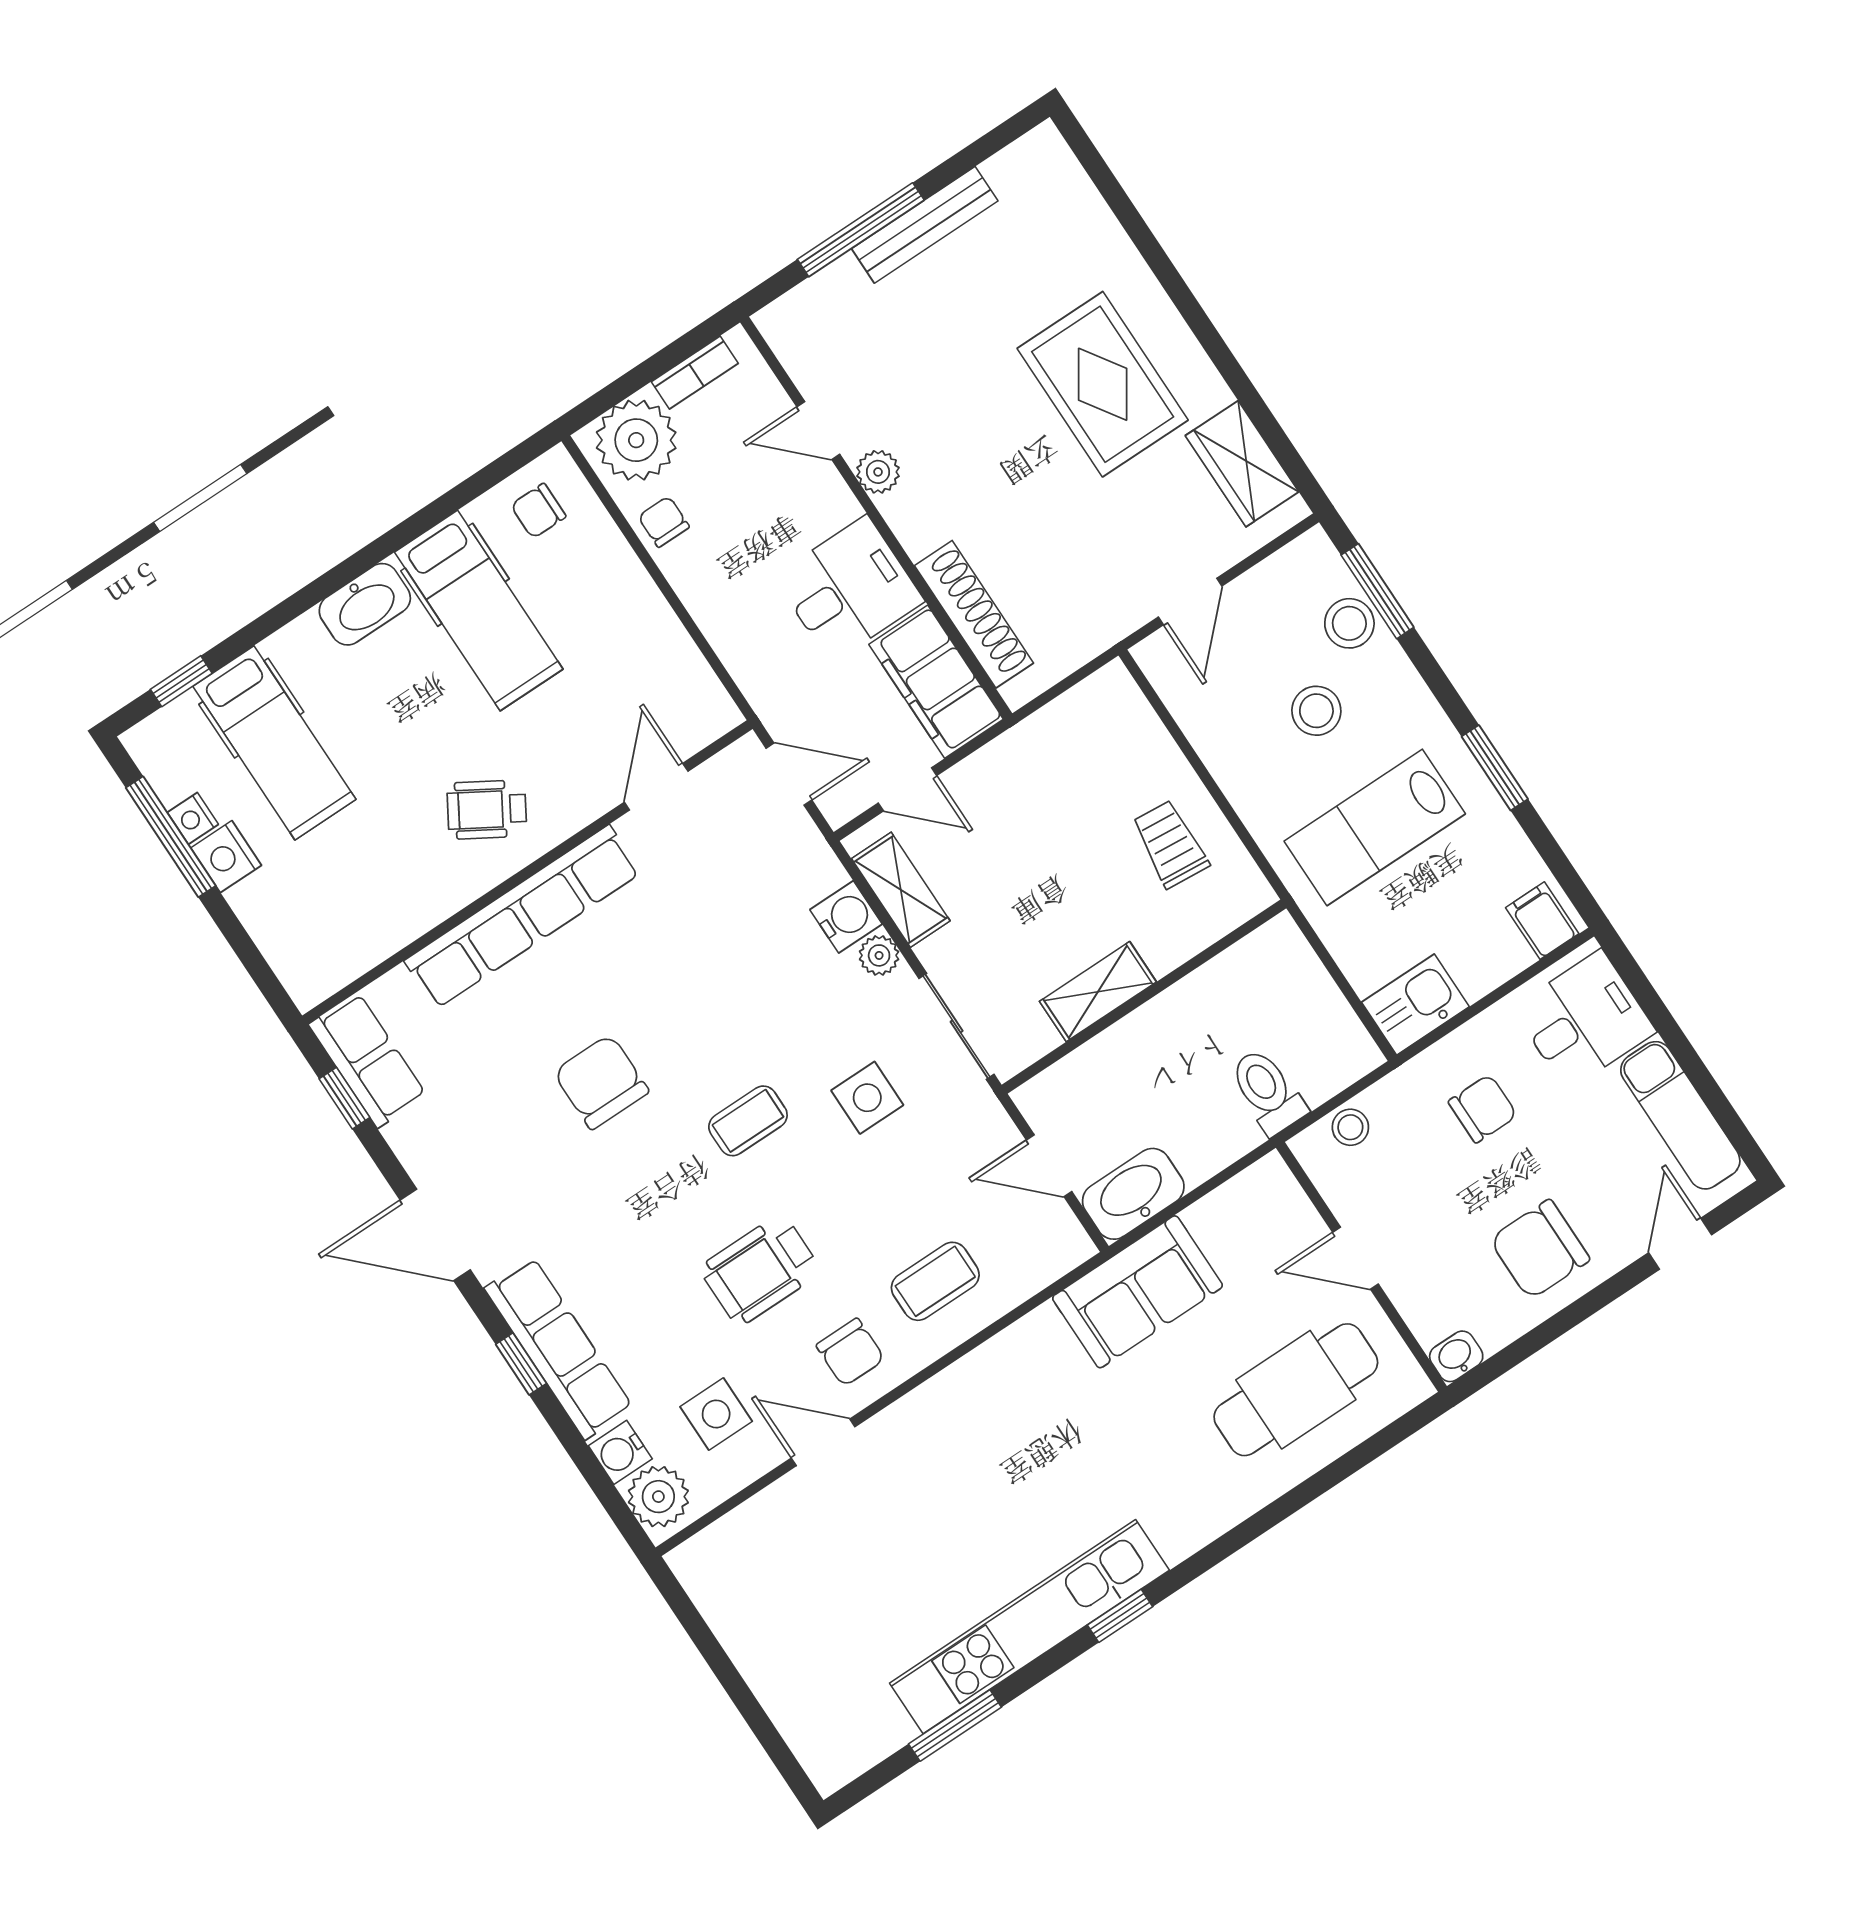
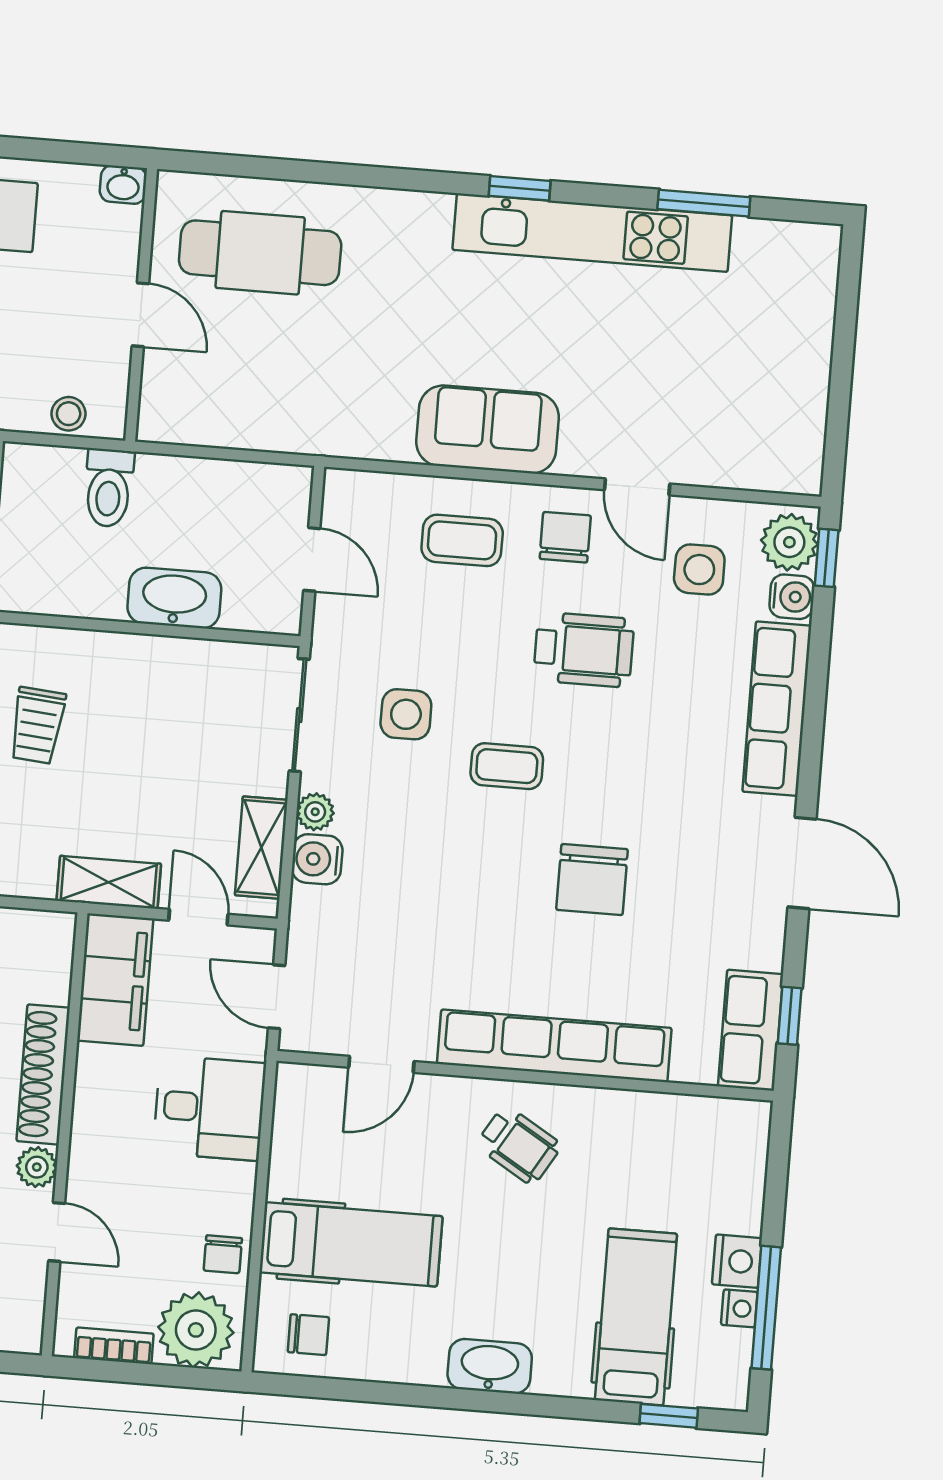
desk: (849, 589) -> (209, 1108), moved, turned 180
hospital bed: (479, 611) -> (351, 1244), moved, turned 90
shoe rack: (974, 614) -> (43, 1074), moved
shelving: (1098, 992) -> (109, 882), moved
washbasin: (1133, 1194) -> (174, 598), moved, turned 180
sofa: (1137, 1292) -> (488, 429), moved
window: (521, 1364) -> (827, 558), moved

